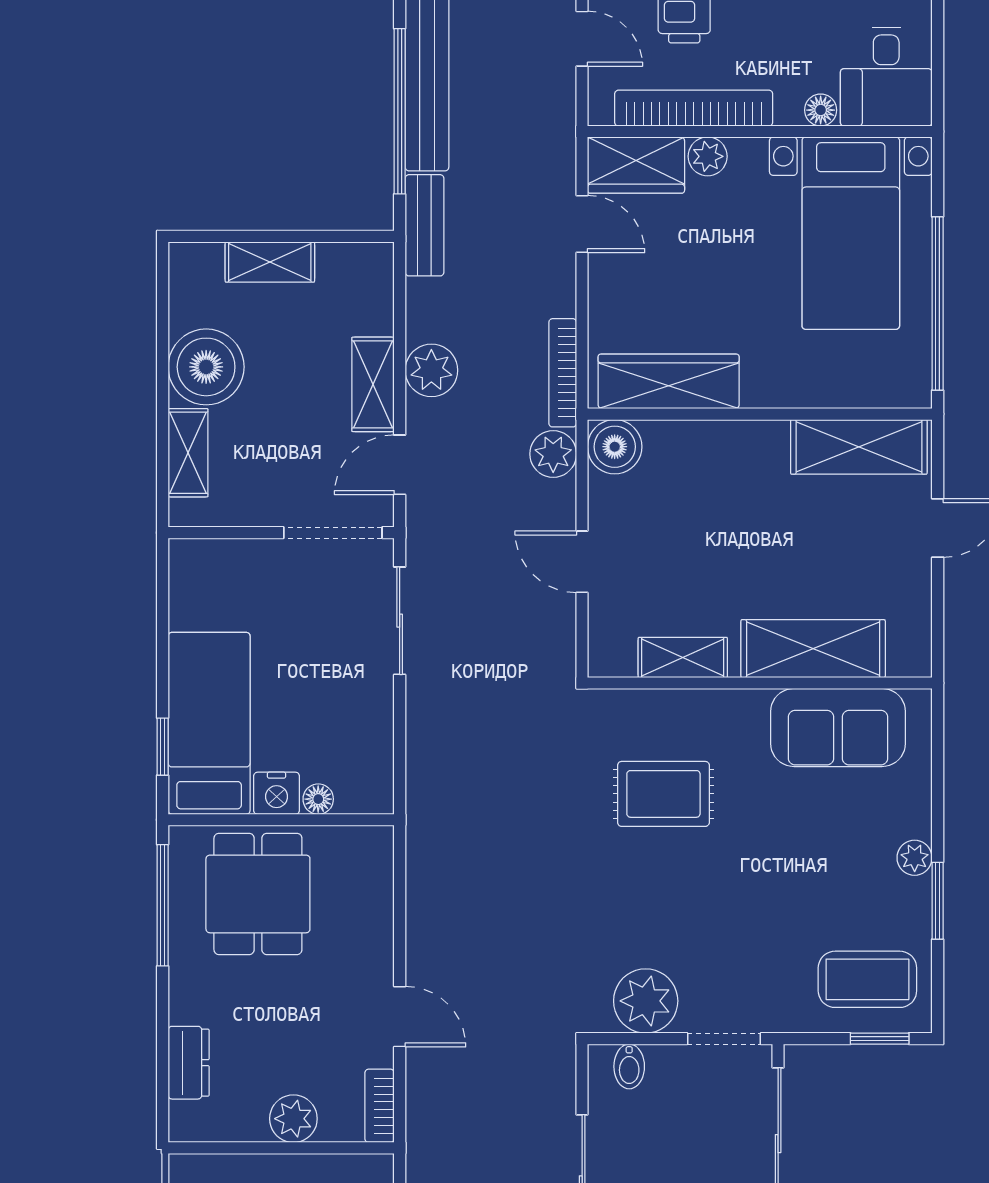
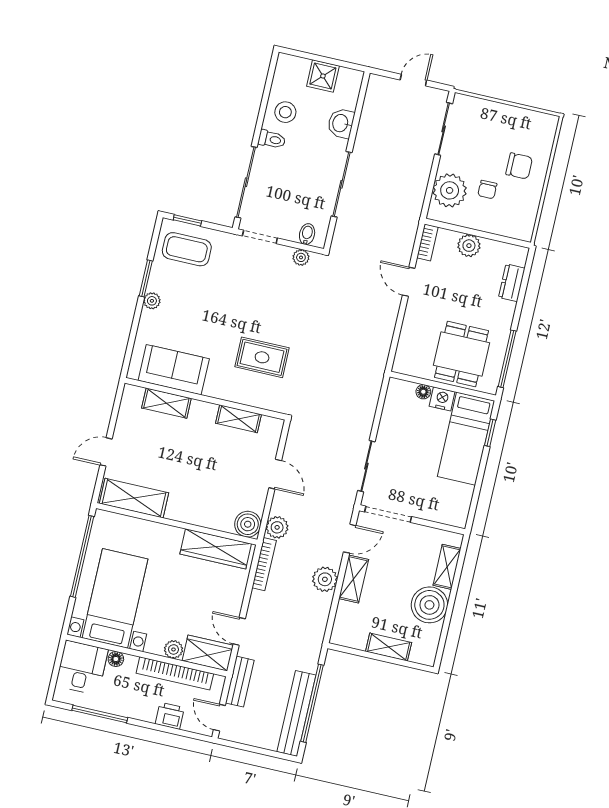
bench: (425, 225) -> (240, 682), moved
shelving: (813, 649) -> (166, 403), width x0.67, depth x0.75
plant: (646, 1001) -> (301, 257), width x0.53, depth x0.53

